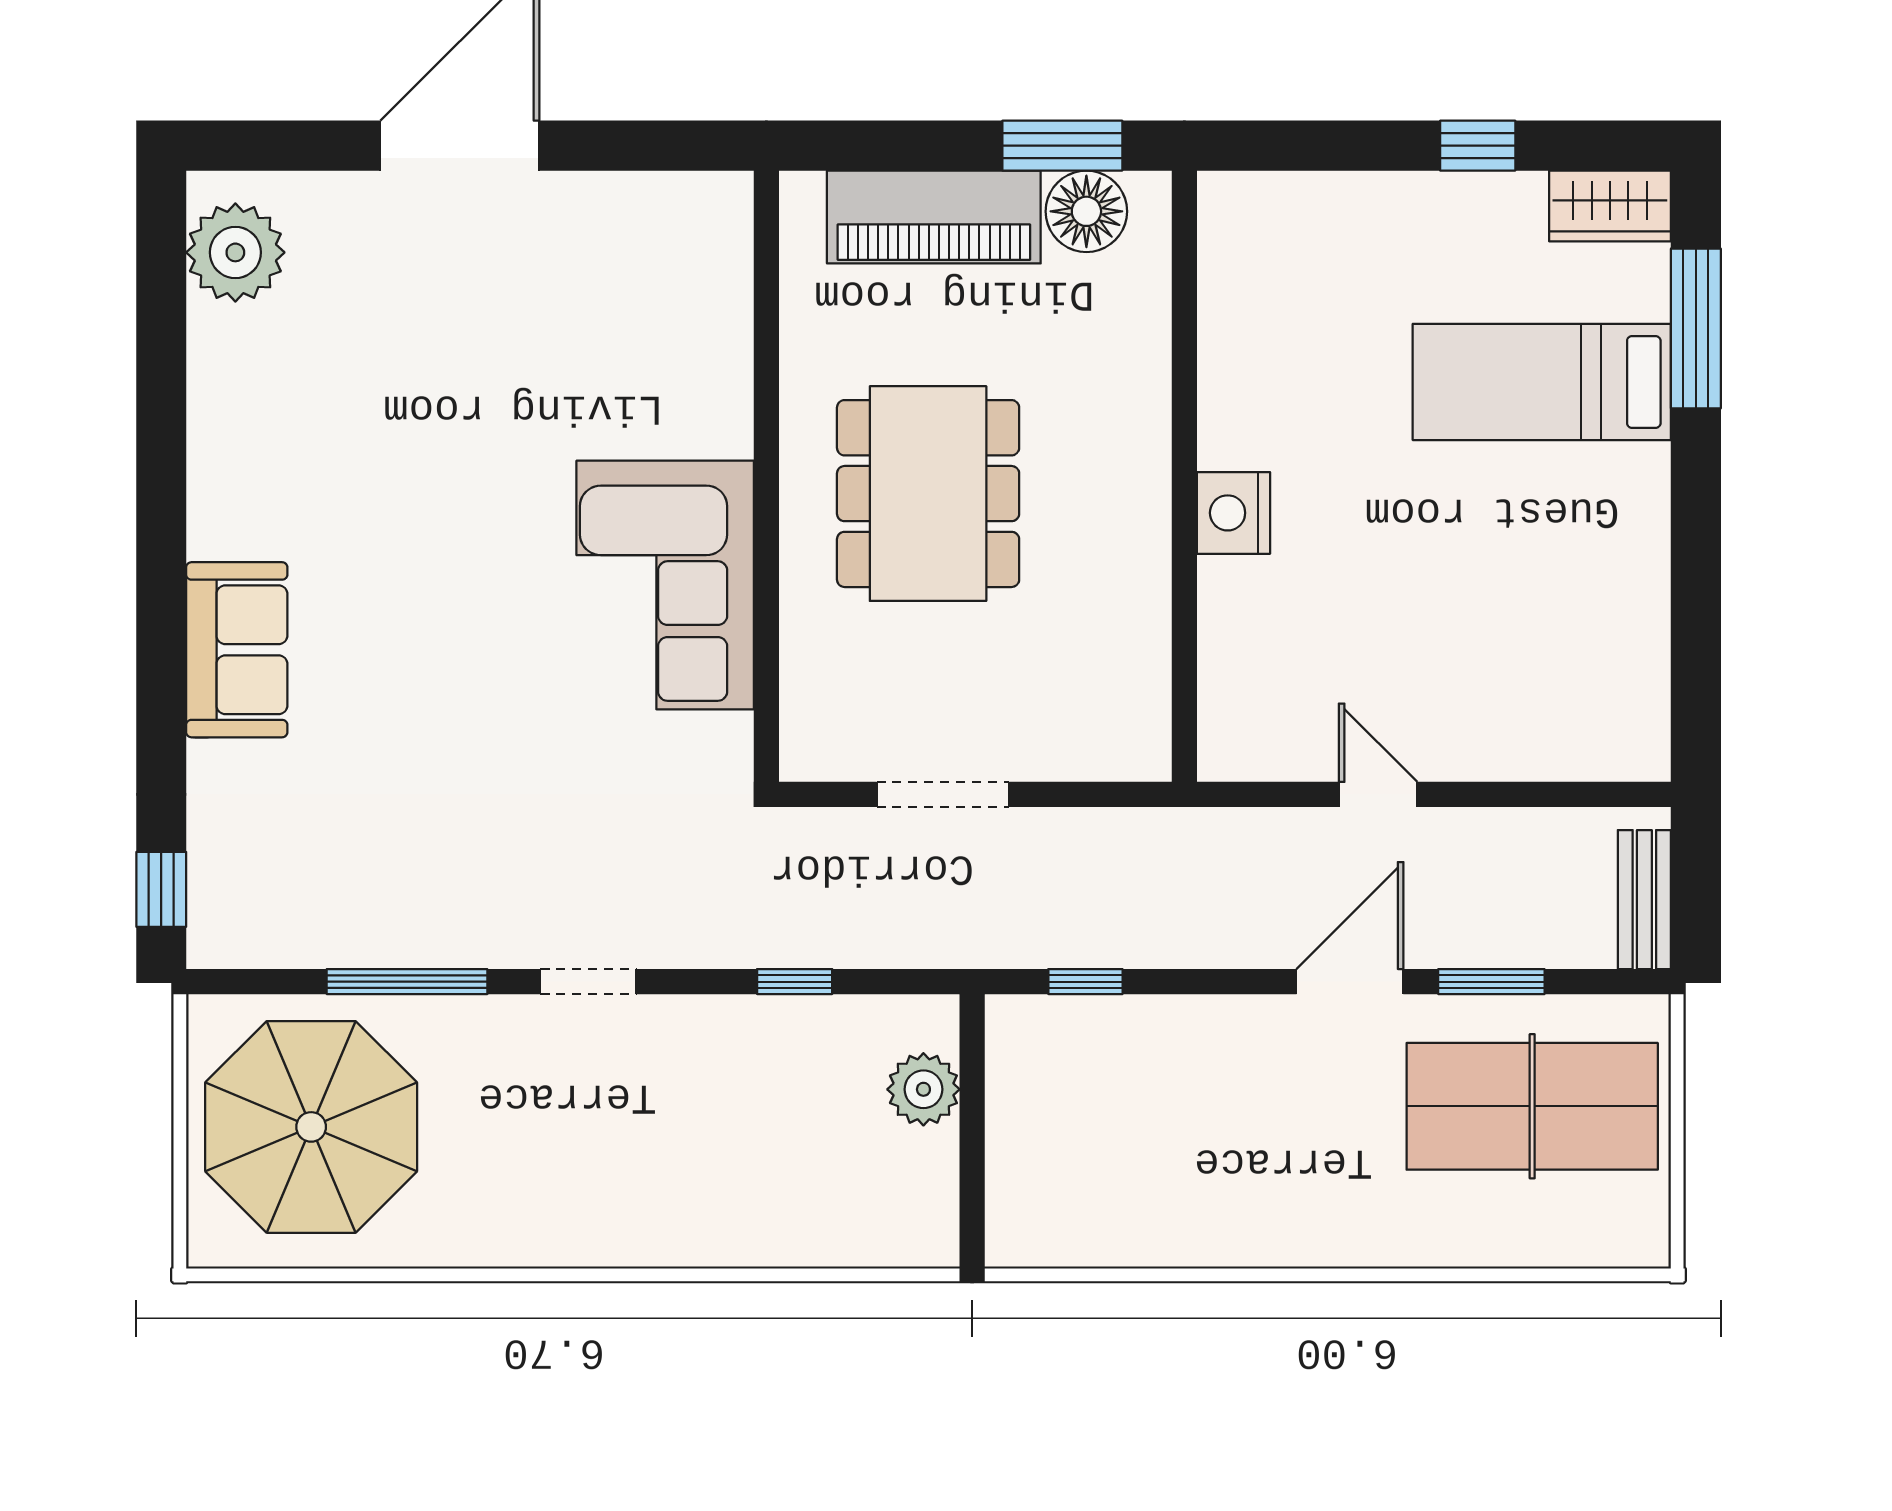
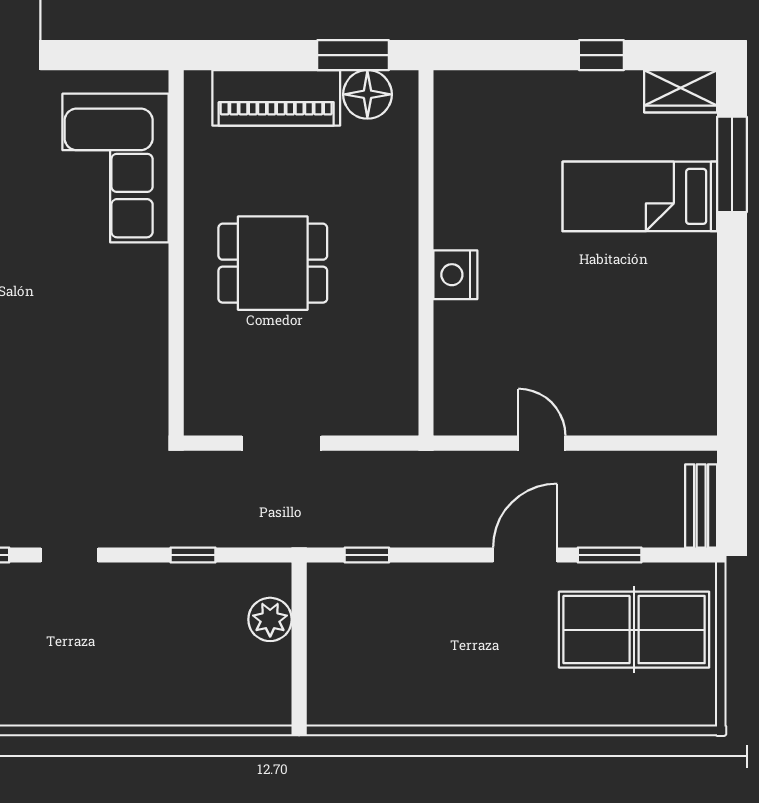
dining table: (928, 494) -> (273, 263), width x0.73
corner sofa: (665, 585) -> (116, 168), moved

